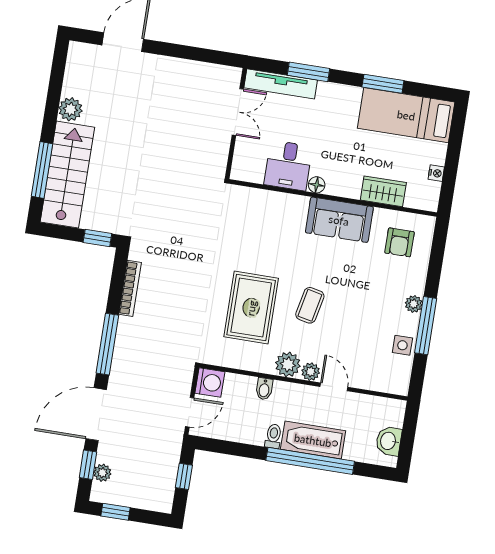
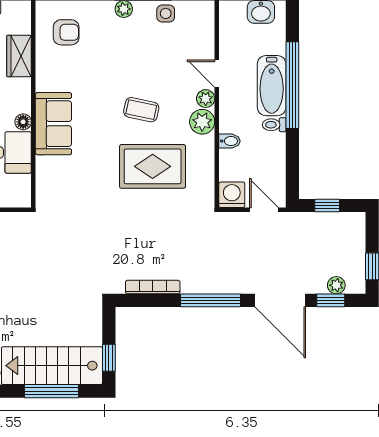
sofa: (339, 220) -> (53, 124), moved
window: (97, 238) -> (109, 358), moved
door: (334, 387) -> (217, 74), hinge flipped

